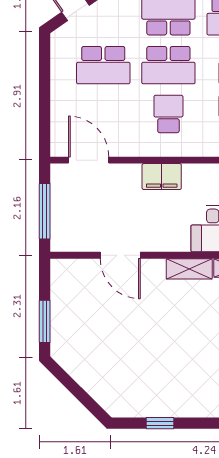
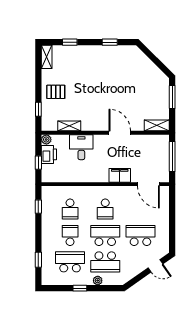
filing cabinet: (162, 177) -> (120, 175), moved
door: (120, 255) -> (120, 133), moved
shelving: (189, 269) -> (157, 125), moved

